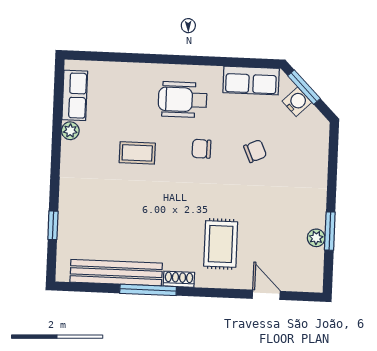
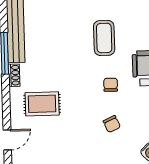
coffee table: (137, 153) -> (104, 38), width x1.36, depth x1.30

